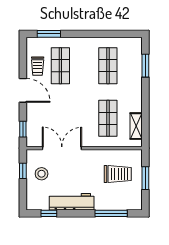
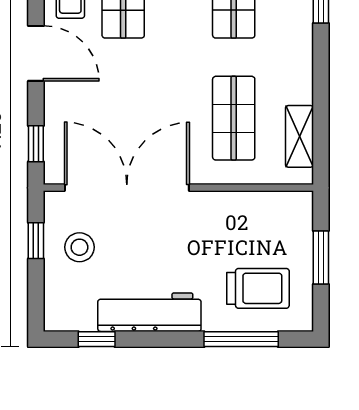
double door: (62, 148) -> (127, 188), width x1.36
trolley: (118, 174) -> (258, 288), moved

